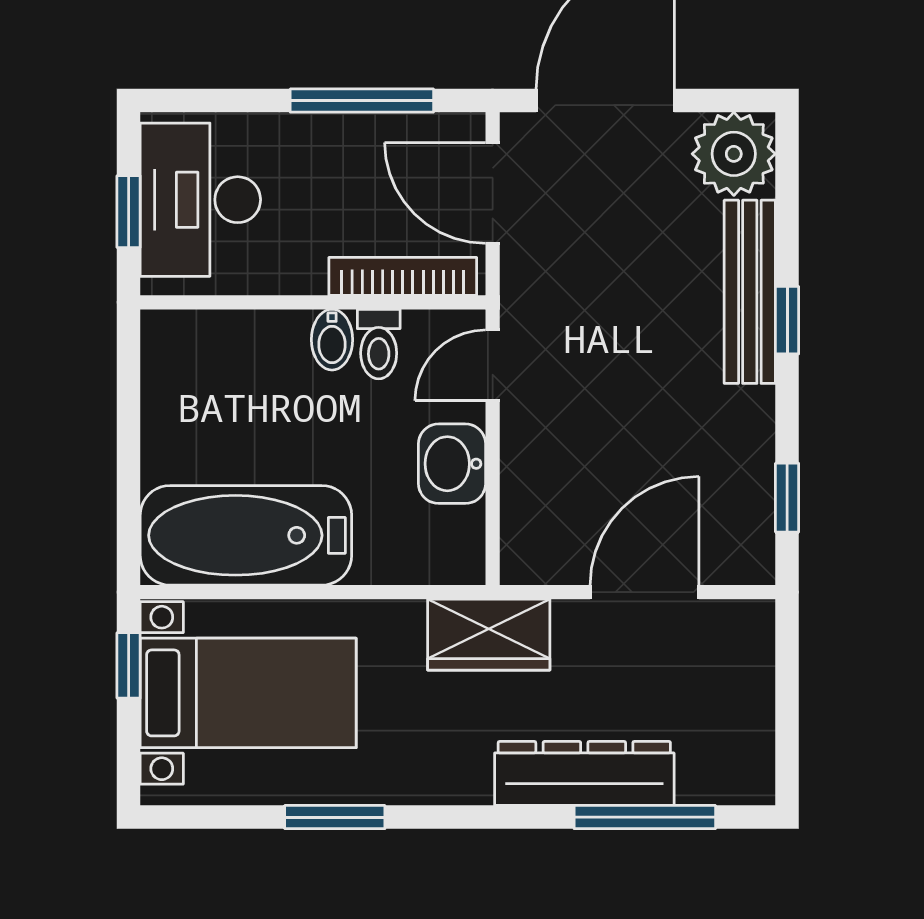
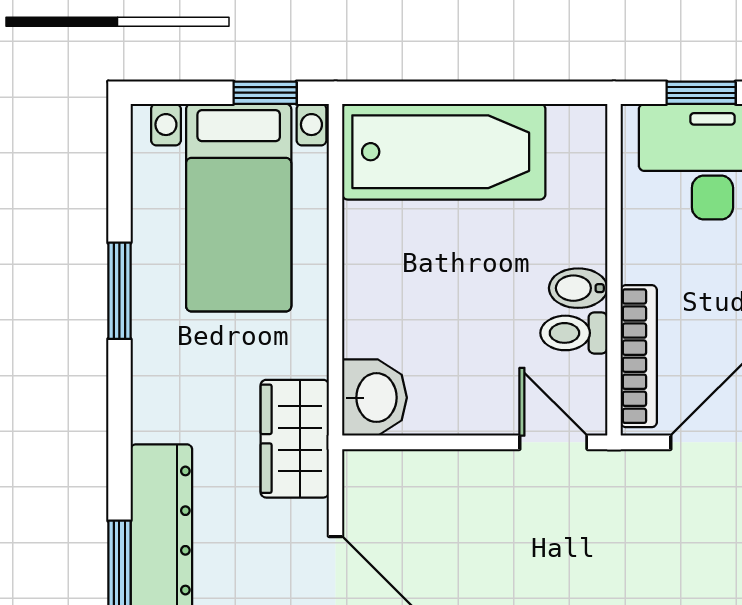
washbasin: (452, 464) -> (375, 398), moved, turned 90
bathtub: (246, 535) -> (444, 152), moved, turned 90

